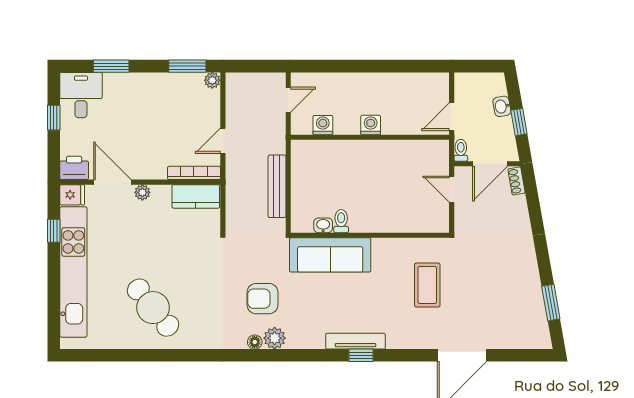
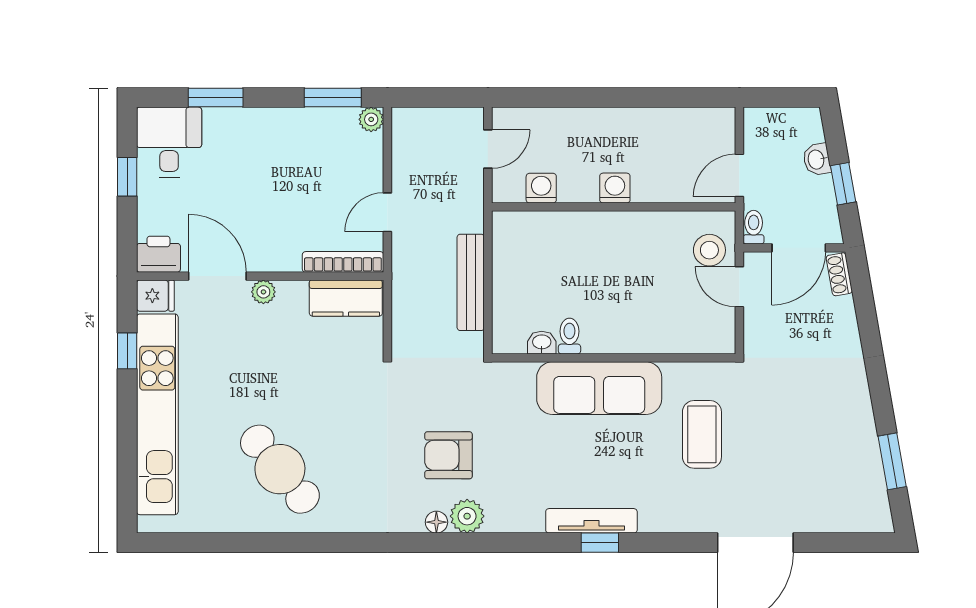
stool: (432, 165) -> (709, 250), added
sofa: (330, 255) -> (599, 388), moved

